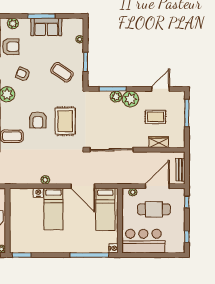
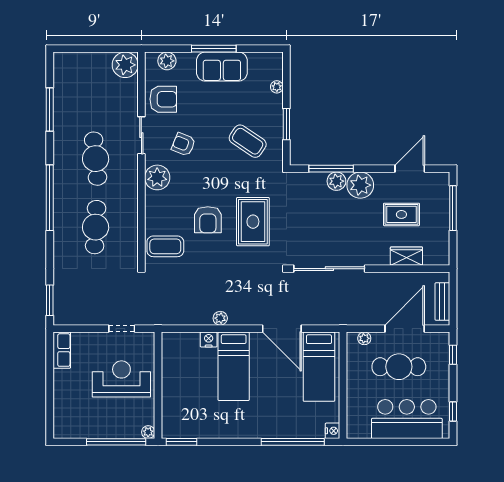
bar counter: (143, 241) -> (407, 419), moved

